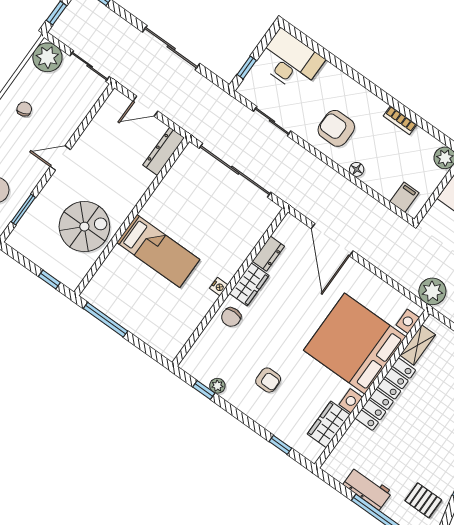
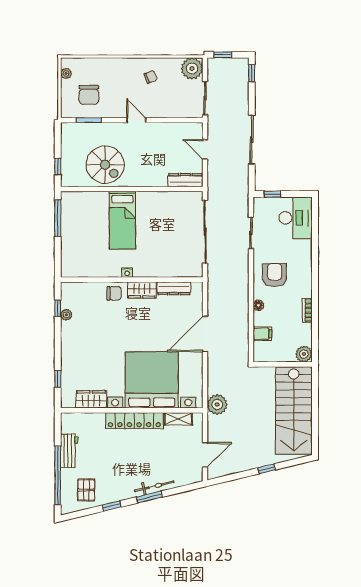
filing cabinet: (404, 197) -> (262, 334), moved
door: (332, 240) -> (205, 334), moved
dresser: (268, 254) -> (174, 288), width x1.44
chair: (231, 317) -> (114, 293), turned 180
armchair: (268, 380) -> (92, 343), removed

